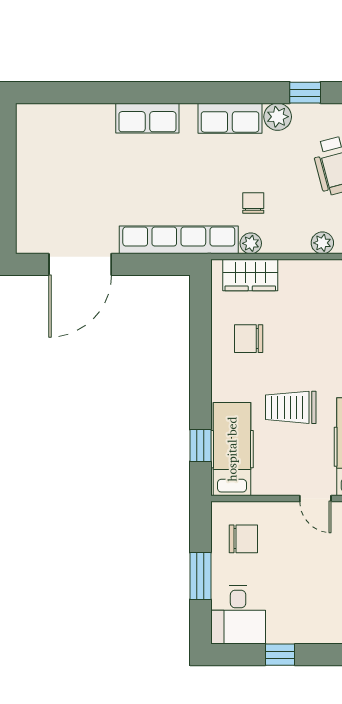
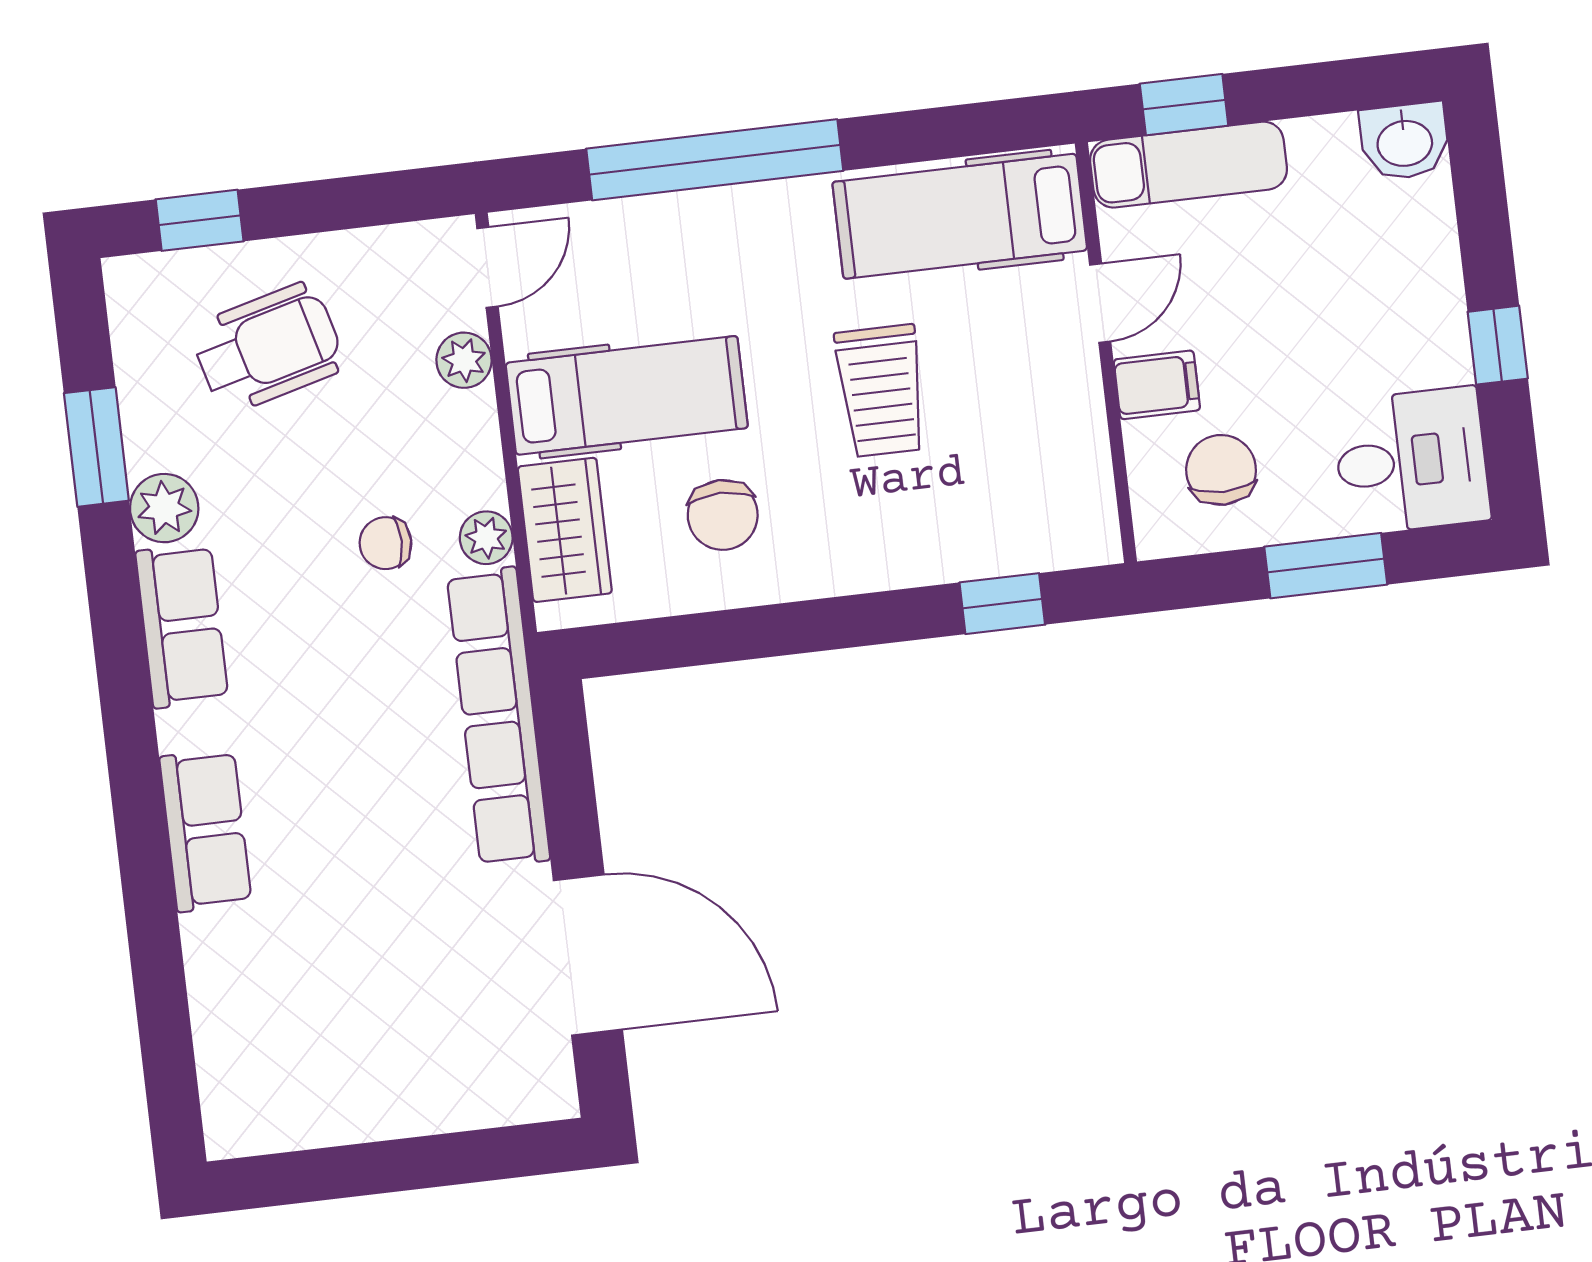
window: (305, 93) -> (96, 447), width x1.50
hospital bed: (232, 449) -> (627, 395), moved, turned 180
filing cabinet: (280, 517) -> (1157, 385), added

